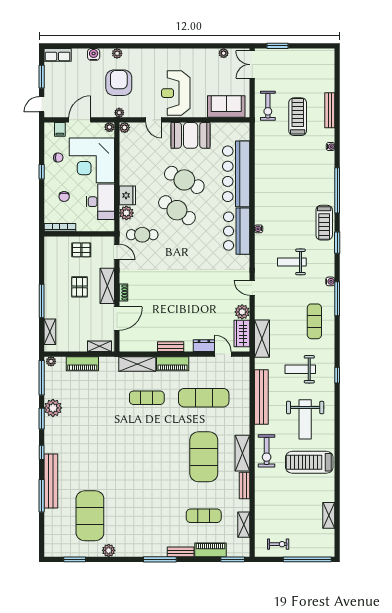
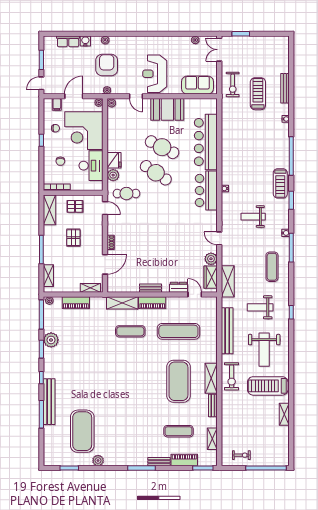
row of seats: (58, 55) -> (68, 41), moved
shelving: (107, 286) -> (50, 210), moved
shelving: (329, 515) -> (284, 414), moved

